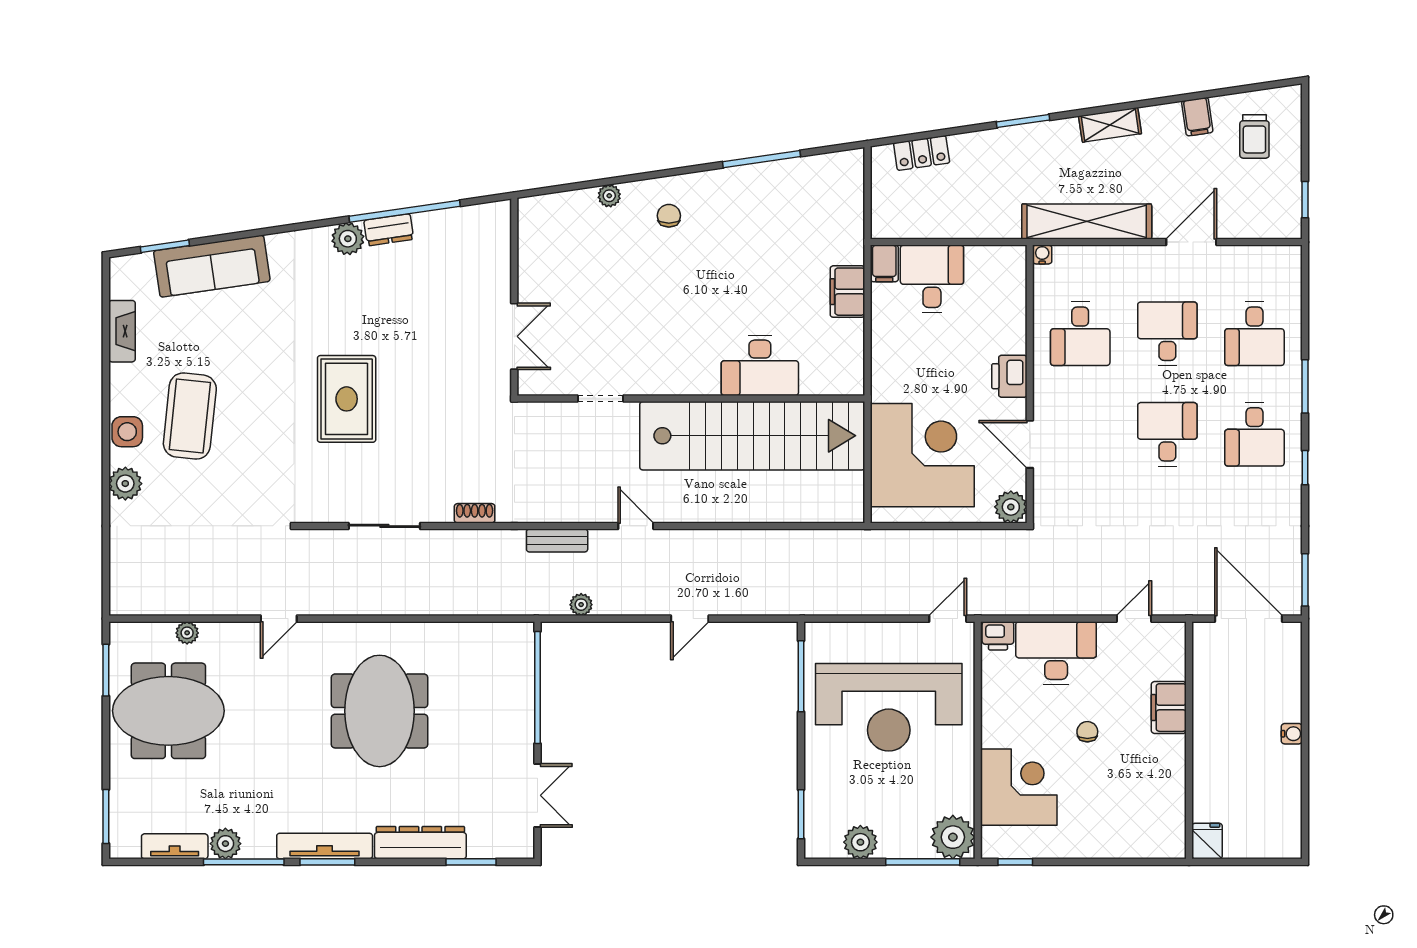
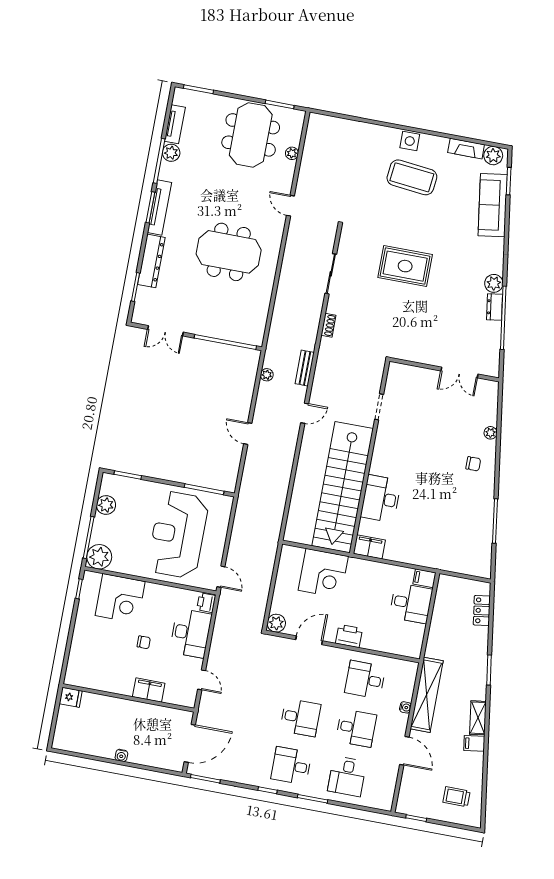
filing cabinet: (1197, 117) -> (474, 743), moved
water cooler: (1042, 255) -> (405, 707), moved
filing cabinet: (847, 292) -> (369, 547), moved
desk: (1254, 334) -> (347, 776), turned -90
double door: (514, 336) -> (459, 372), moved
corner desk: (922, 455) -> (323, 573), width x0.74, depth x0.74
plant: (125, 484) -> (493, 156), moved

